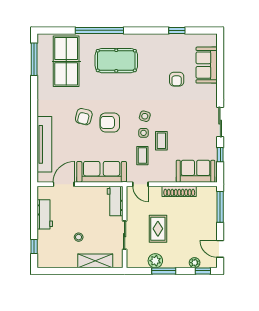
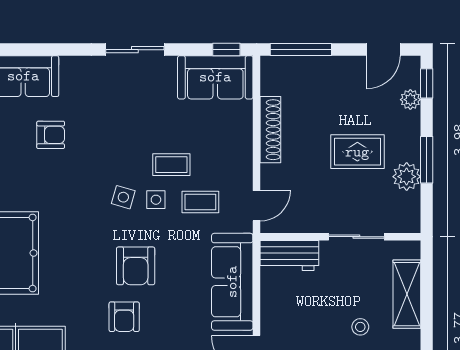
armchair: (84, 117) -> (124, 317), turned 76
window: (220, 155) -> (226, 50), moved
sofa: (196, 171) -> (215, 77), moved, turned -90
rug: (158, 229) -> (357, 152), moved

